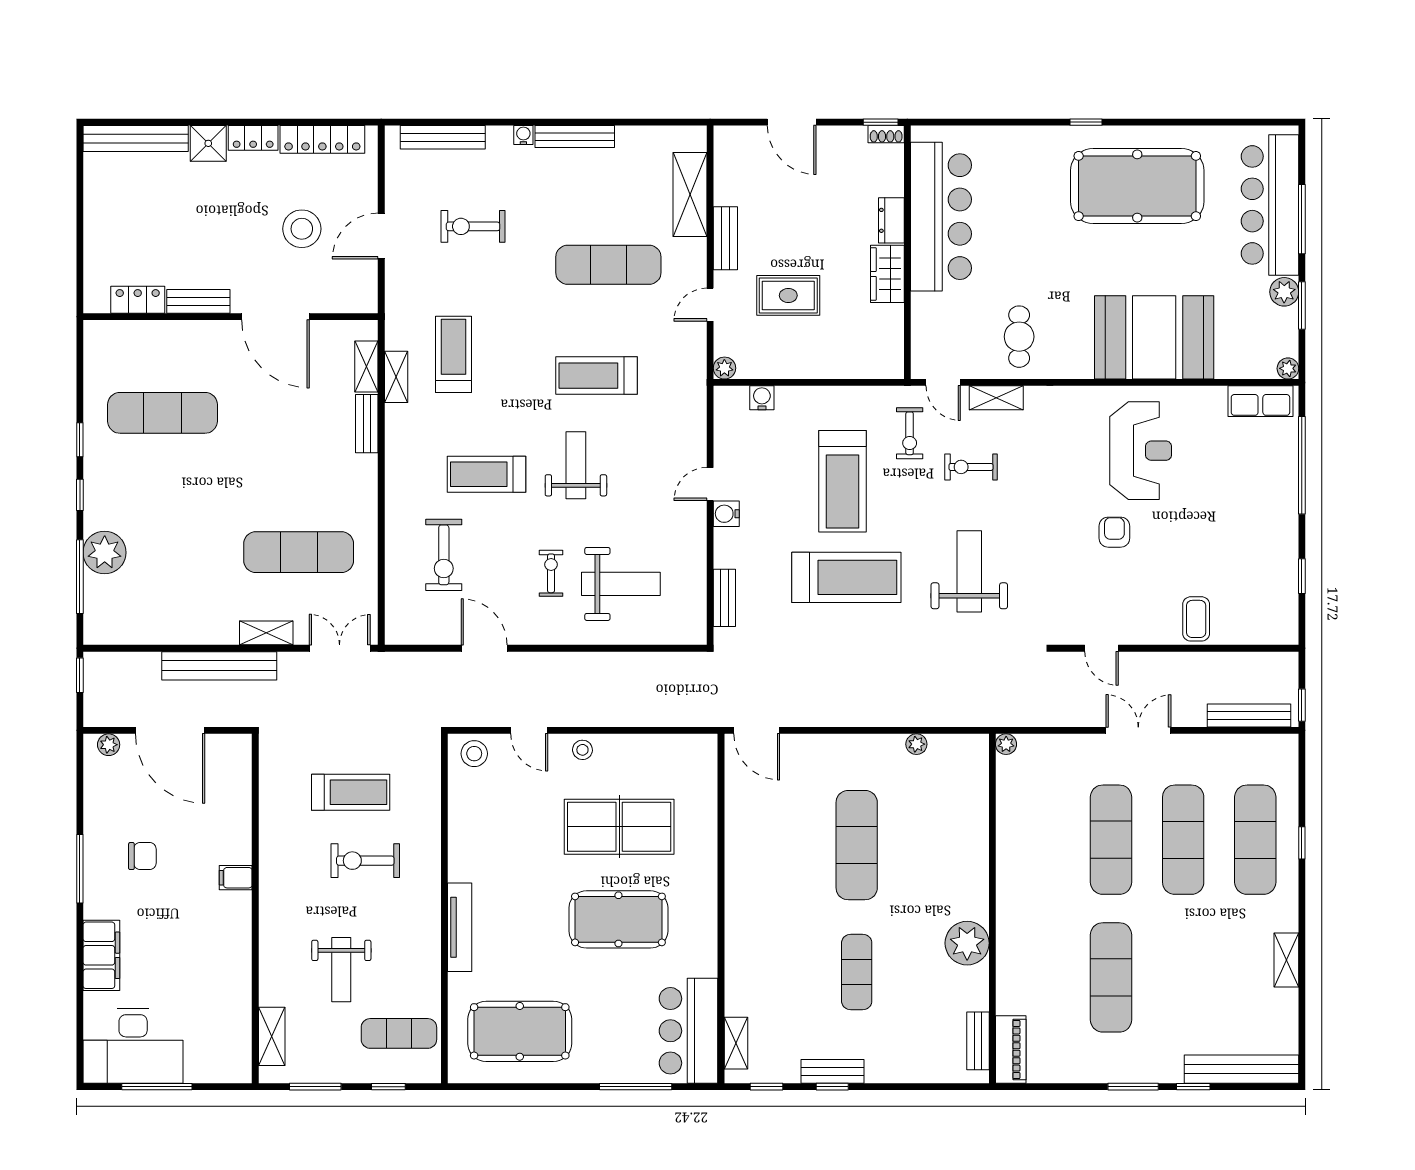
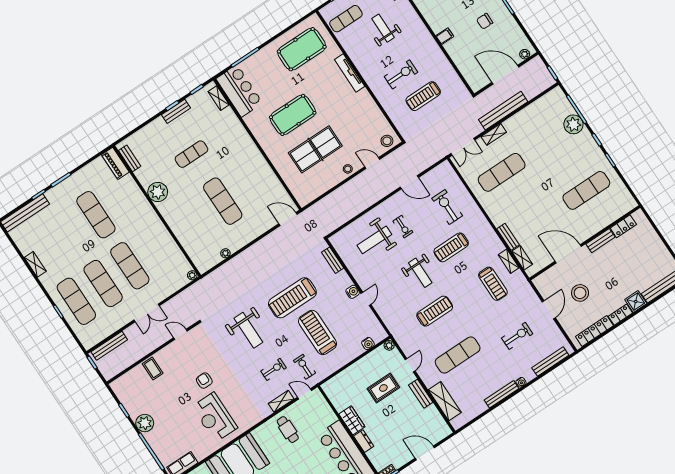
treadmill: (486, 474) -> (451, 247), turned 180
plant: (1279, 527) -> (145, 423), added
armchair: (1114, 532) -> (204, 381), turned 180
exercise mat: (857, 972) -> (191, 154), turned 90

